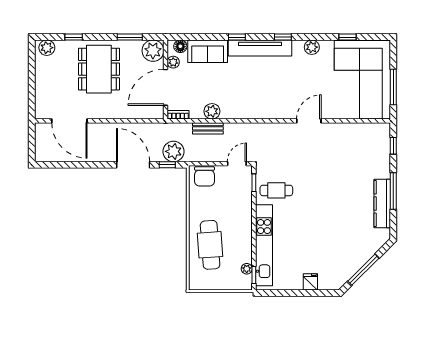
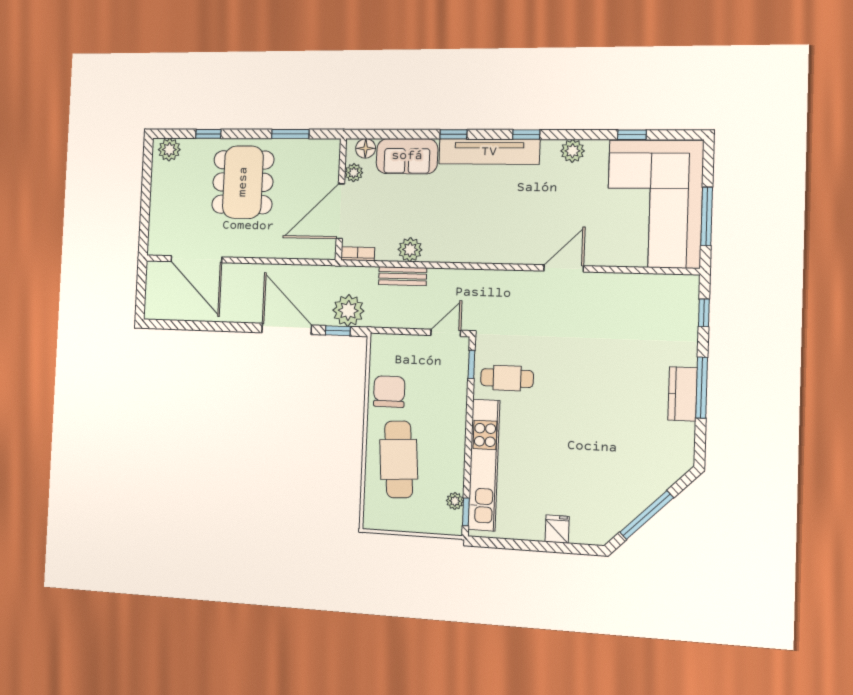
plant: (153, 51) -> (324, 155), removed
chair: (204, 176) -> (389, 392), moved, turned 180
kitchen counter: (382, 204) -> (683, 394), width x0.67

